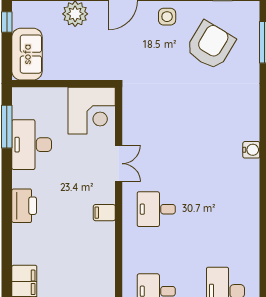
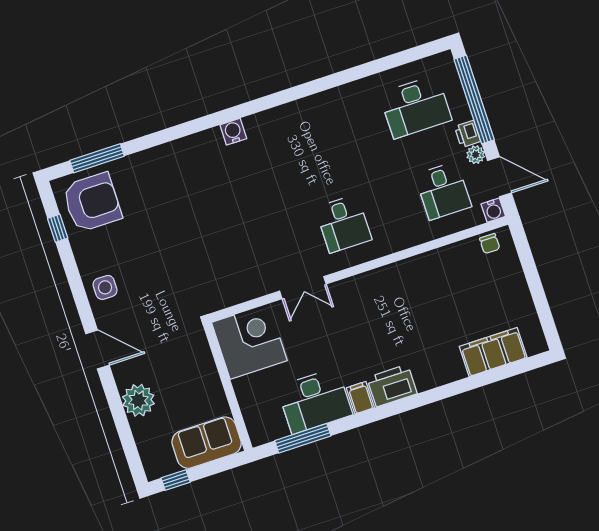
armchair: (210, 45) -> (92, 202), moved, turned 149
double door: (119, 164) -> (303, 288), swing flipped
filing cabinet: (104, 213) -> (360, 398), moved, turned 180

